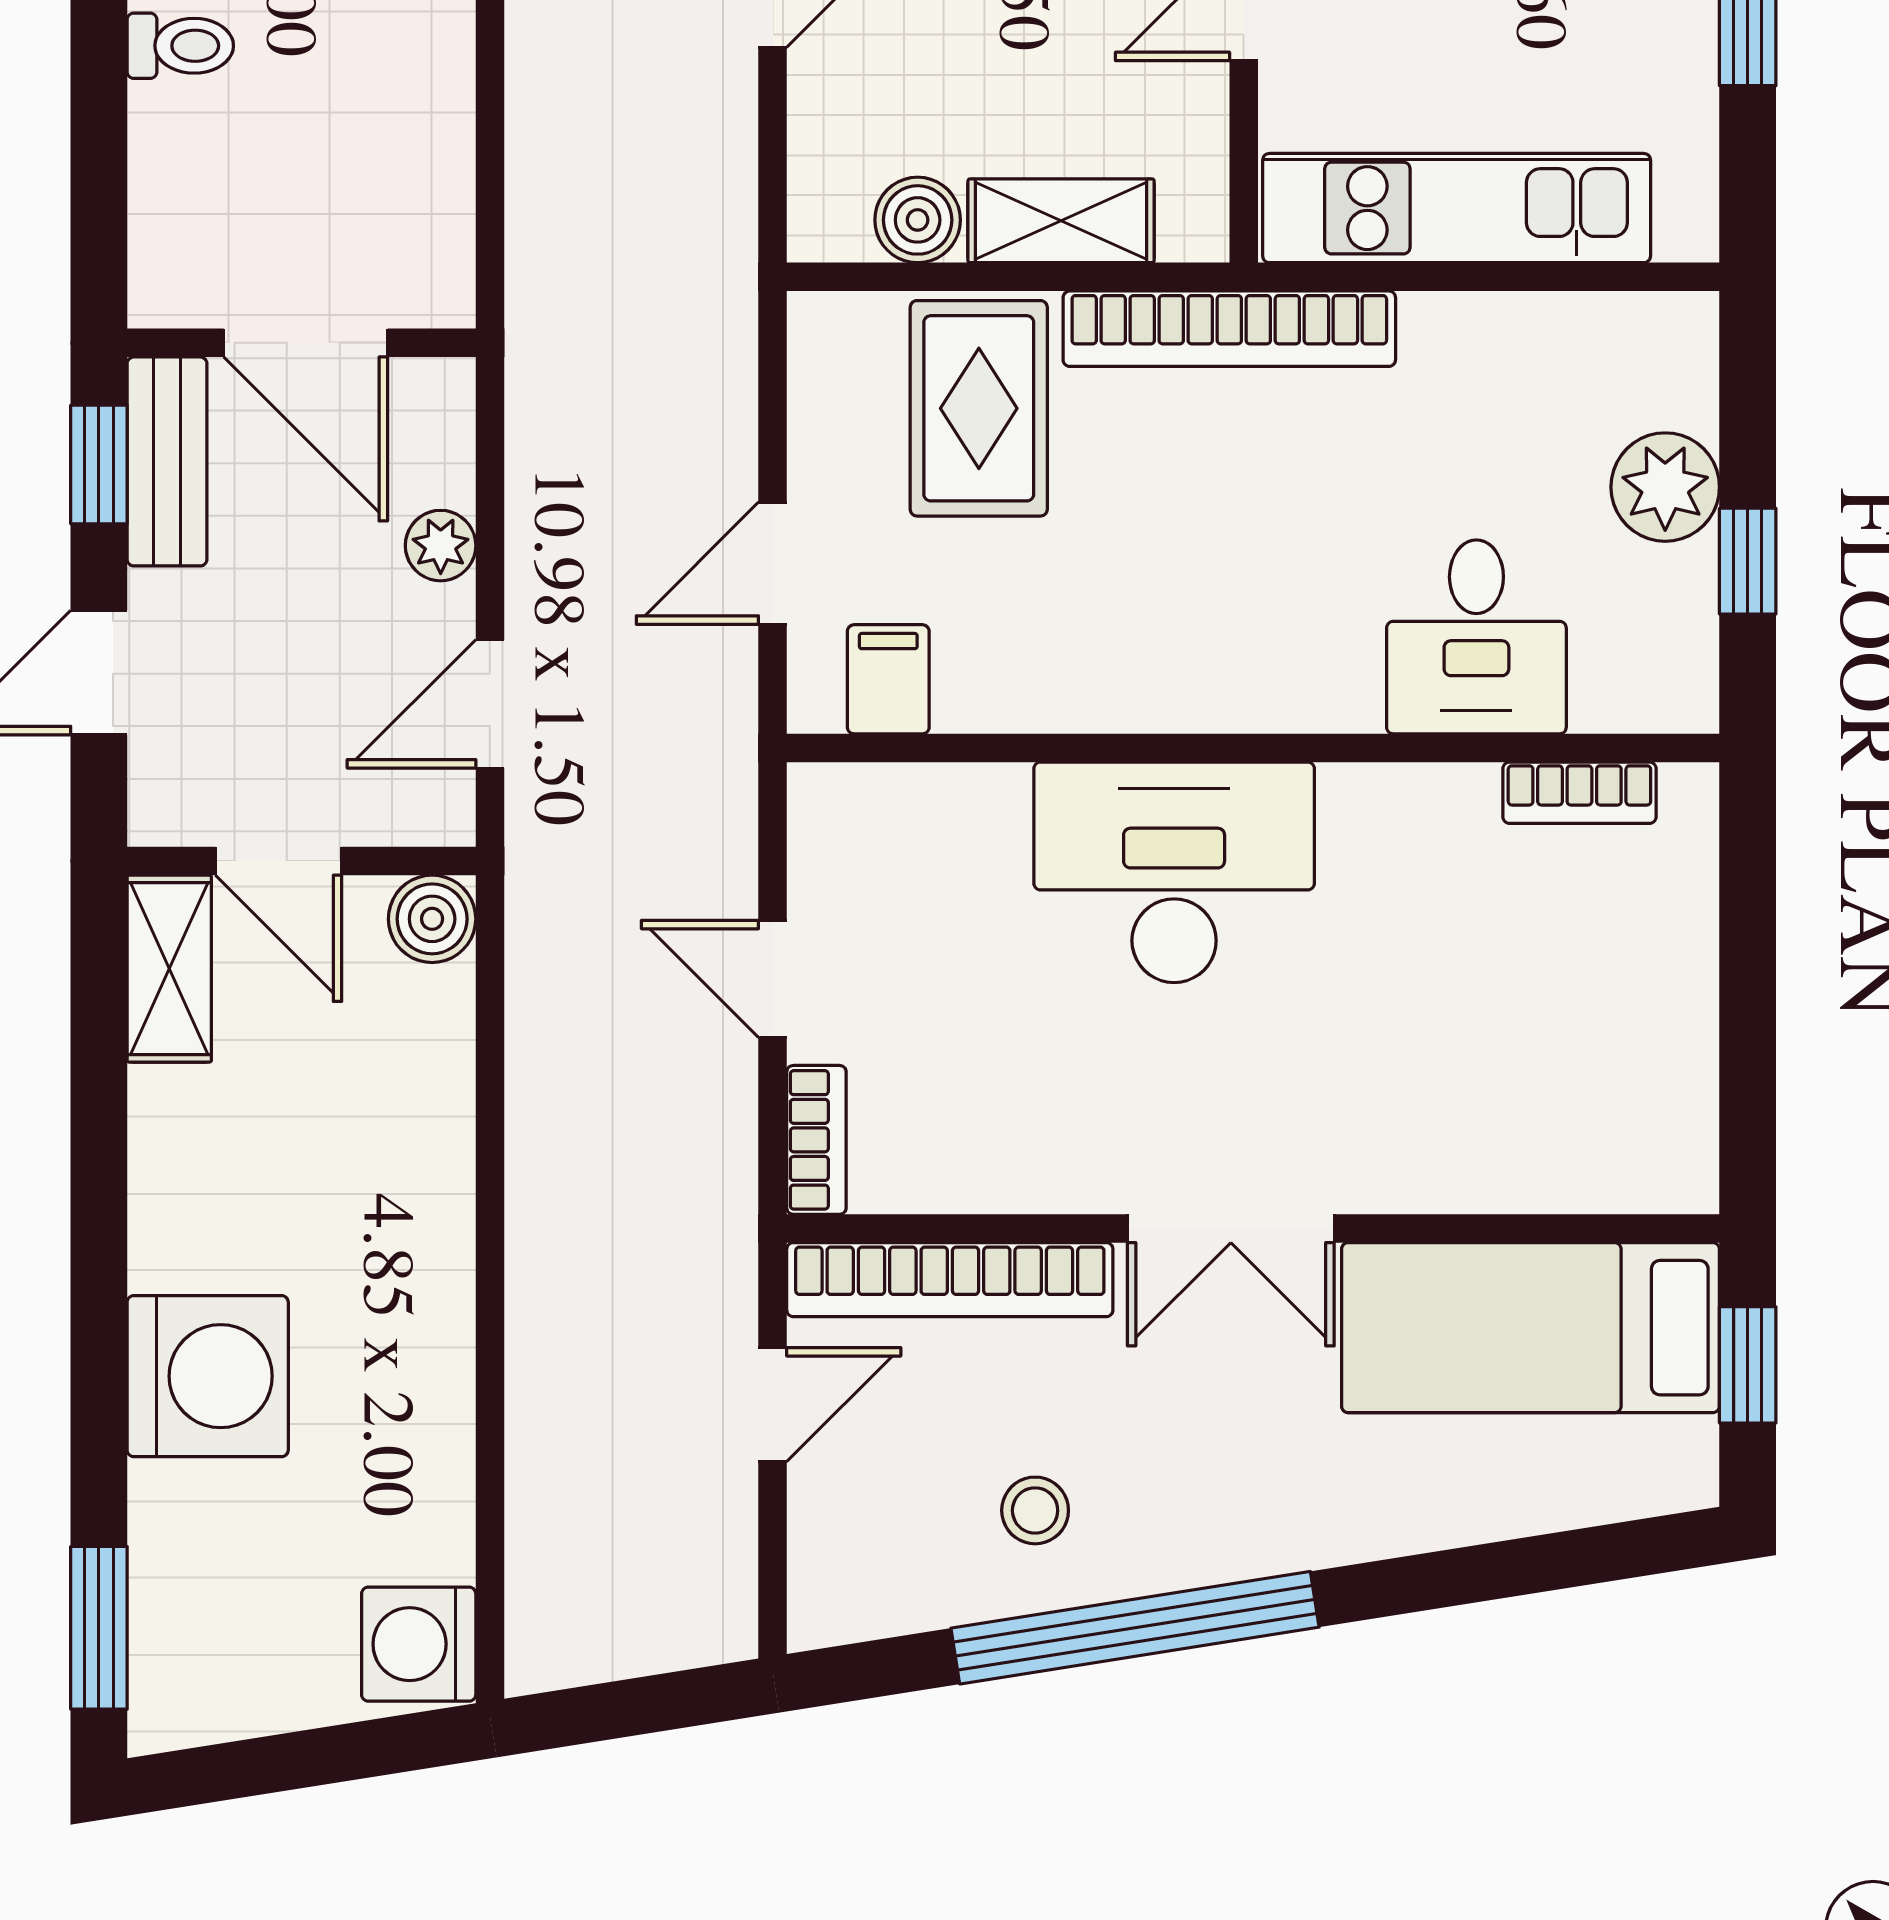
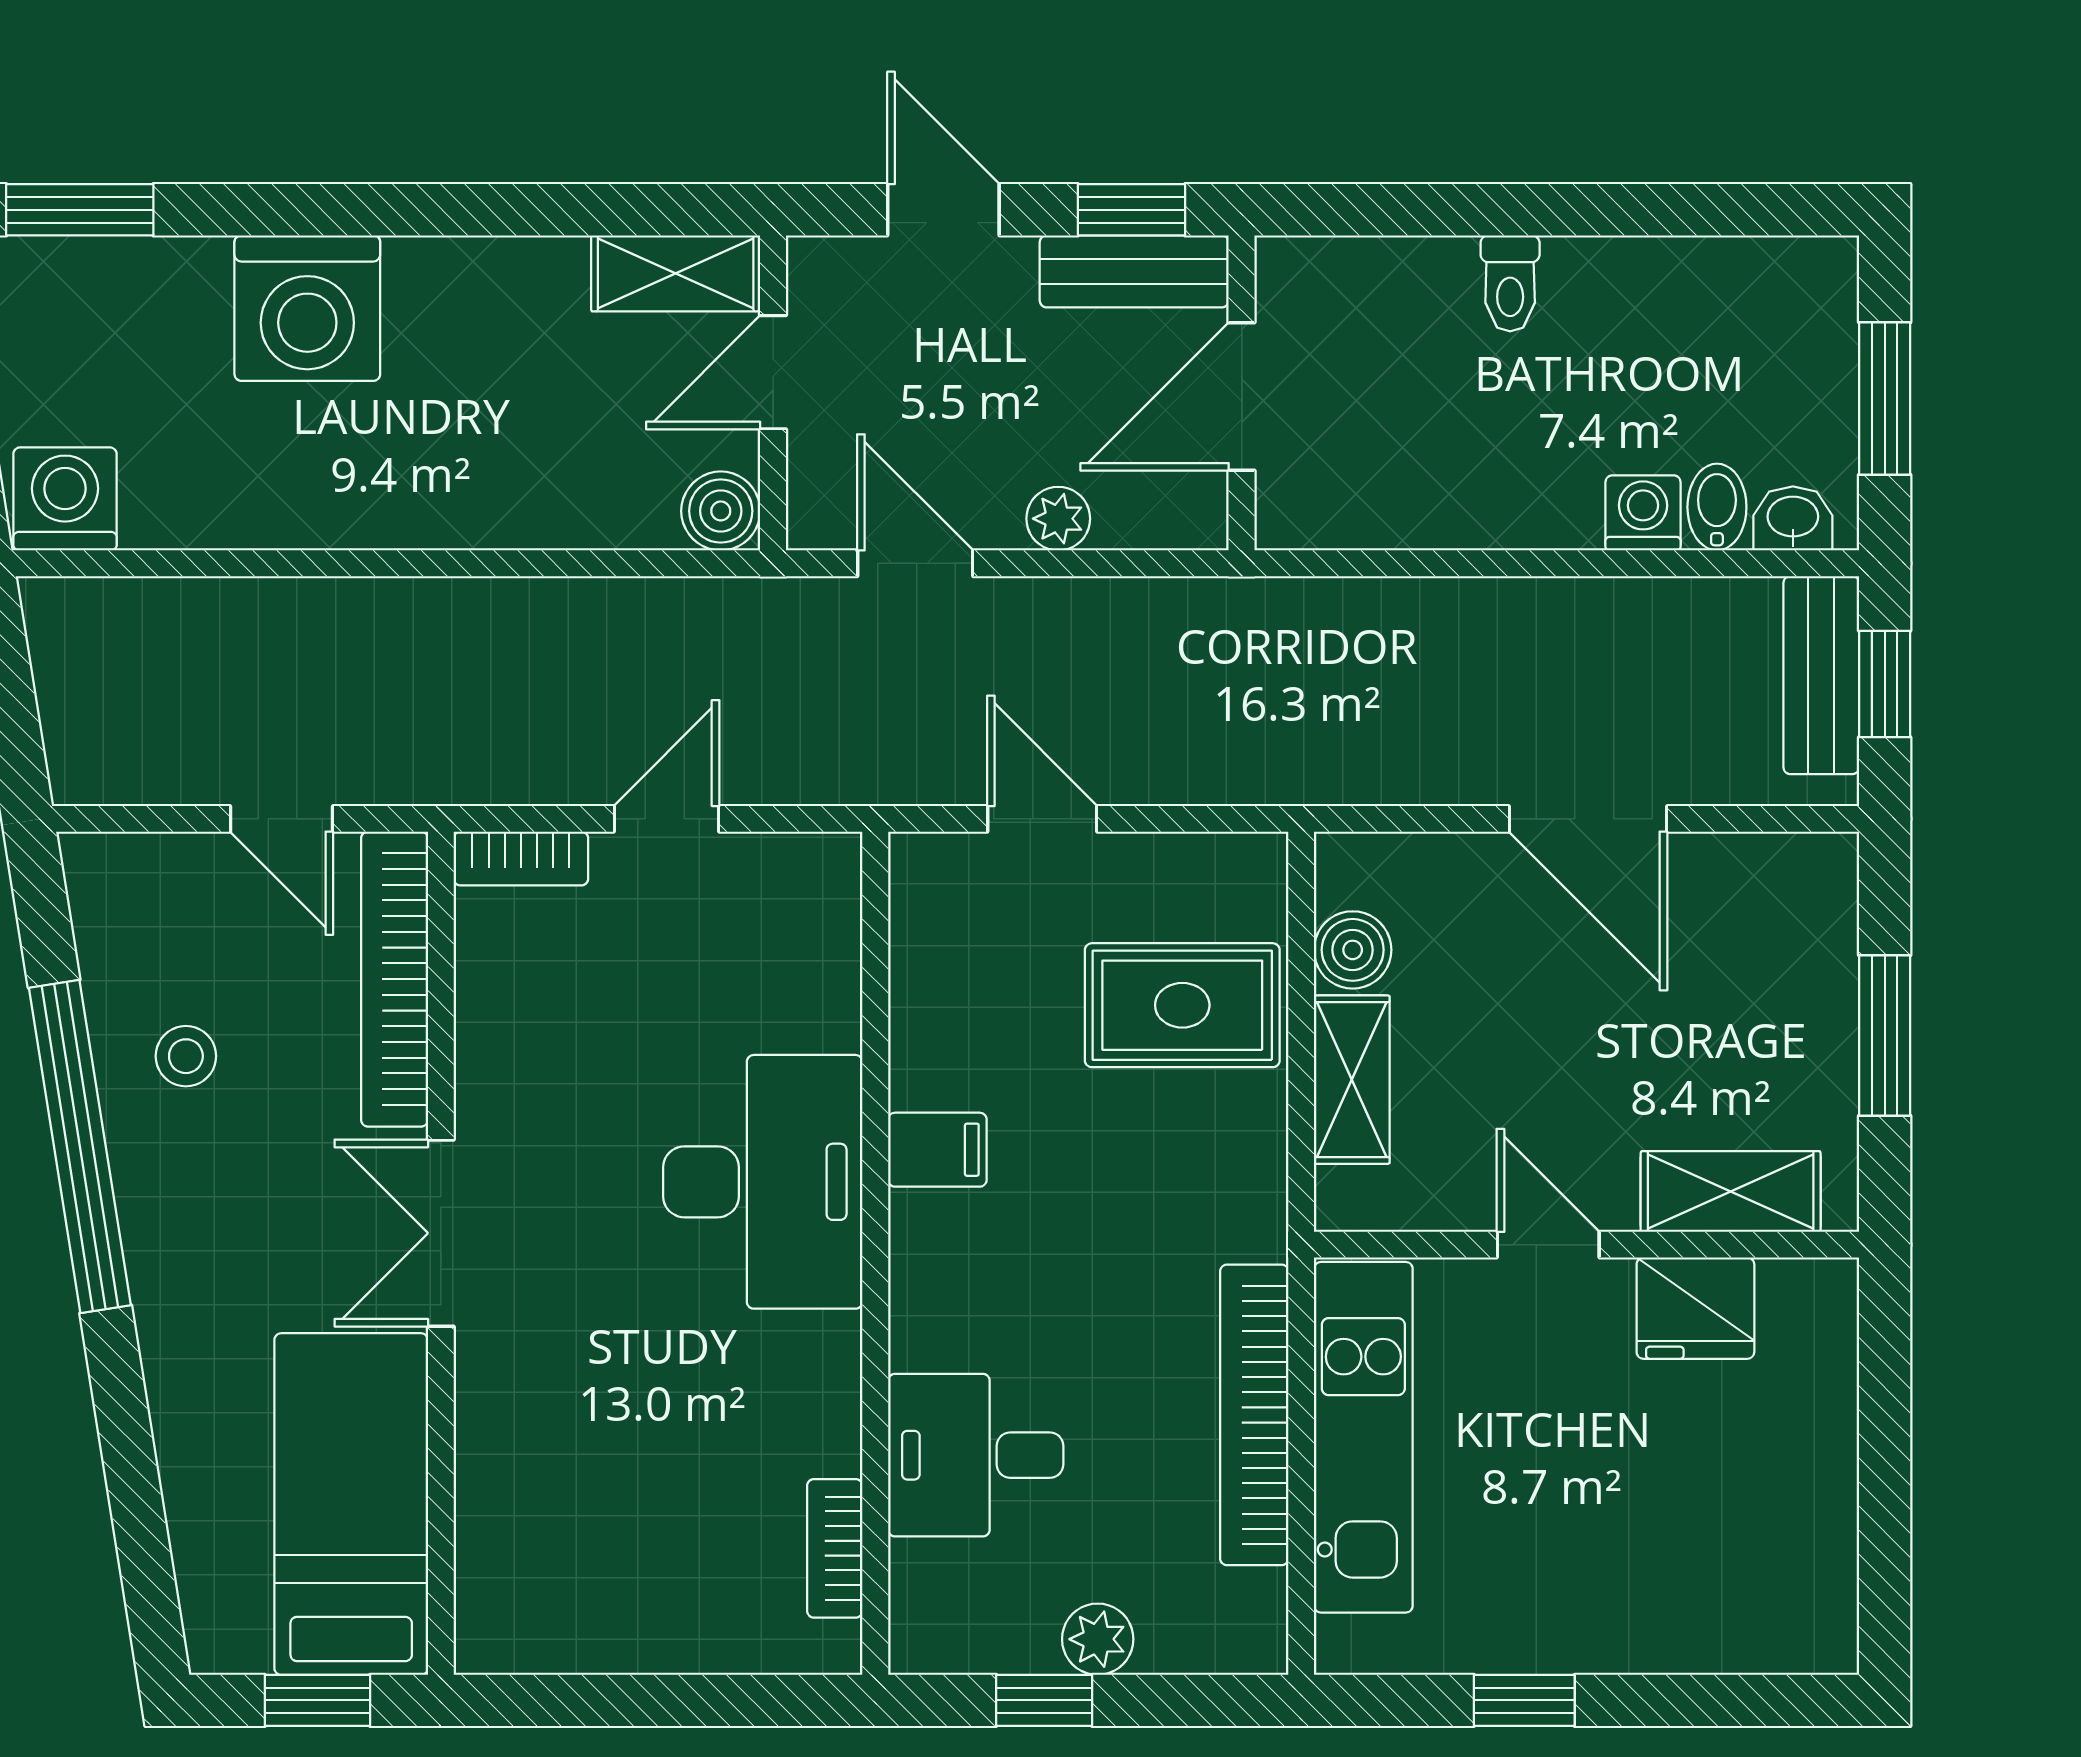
bookcase: (1229, 329) -> (1254, 1415), moved
plant: (1665, 487) -> (1098, 1639), width x0.73, depth x0.73
filing cabinet: (888, 679) -> (937, 1150), moved

